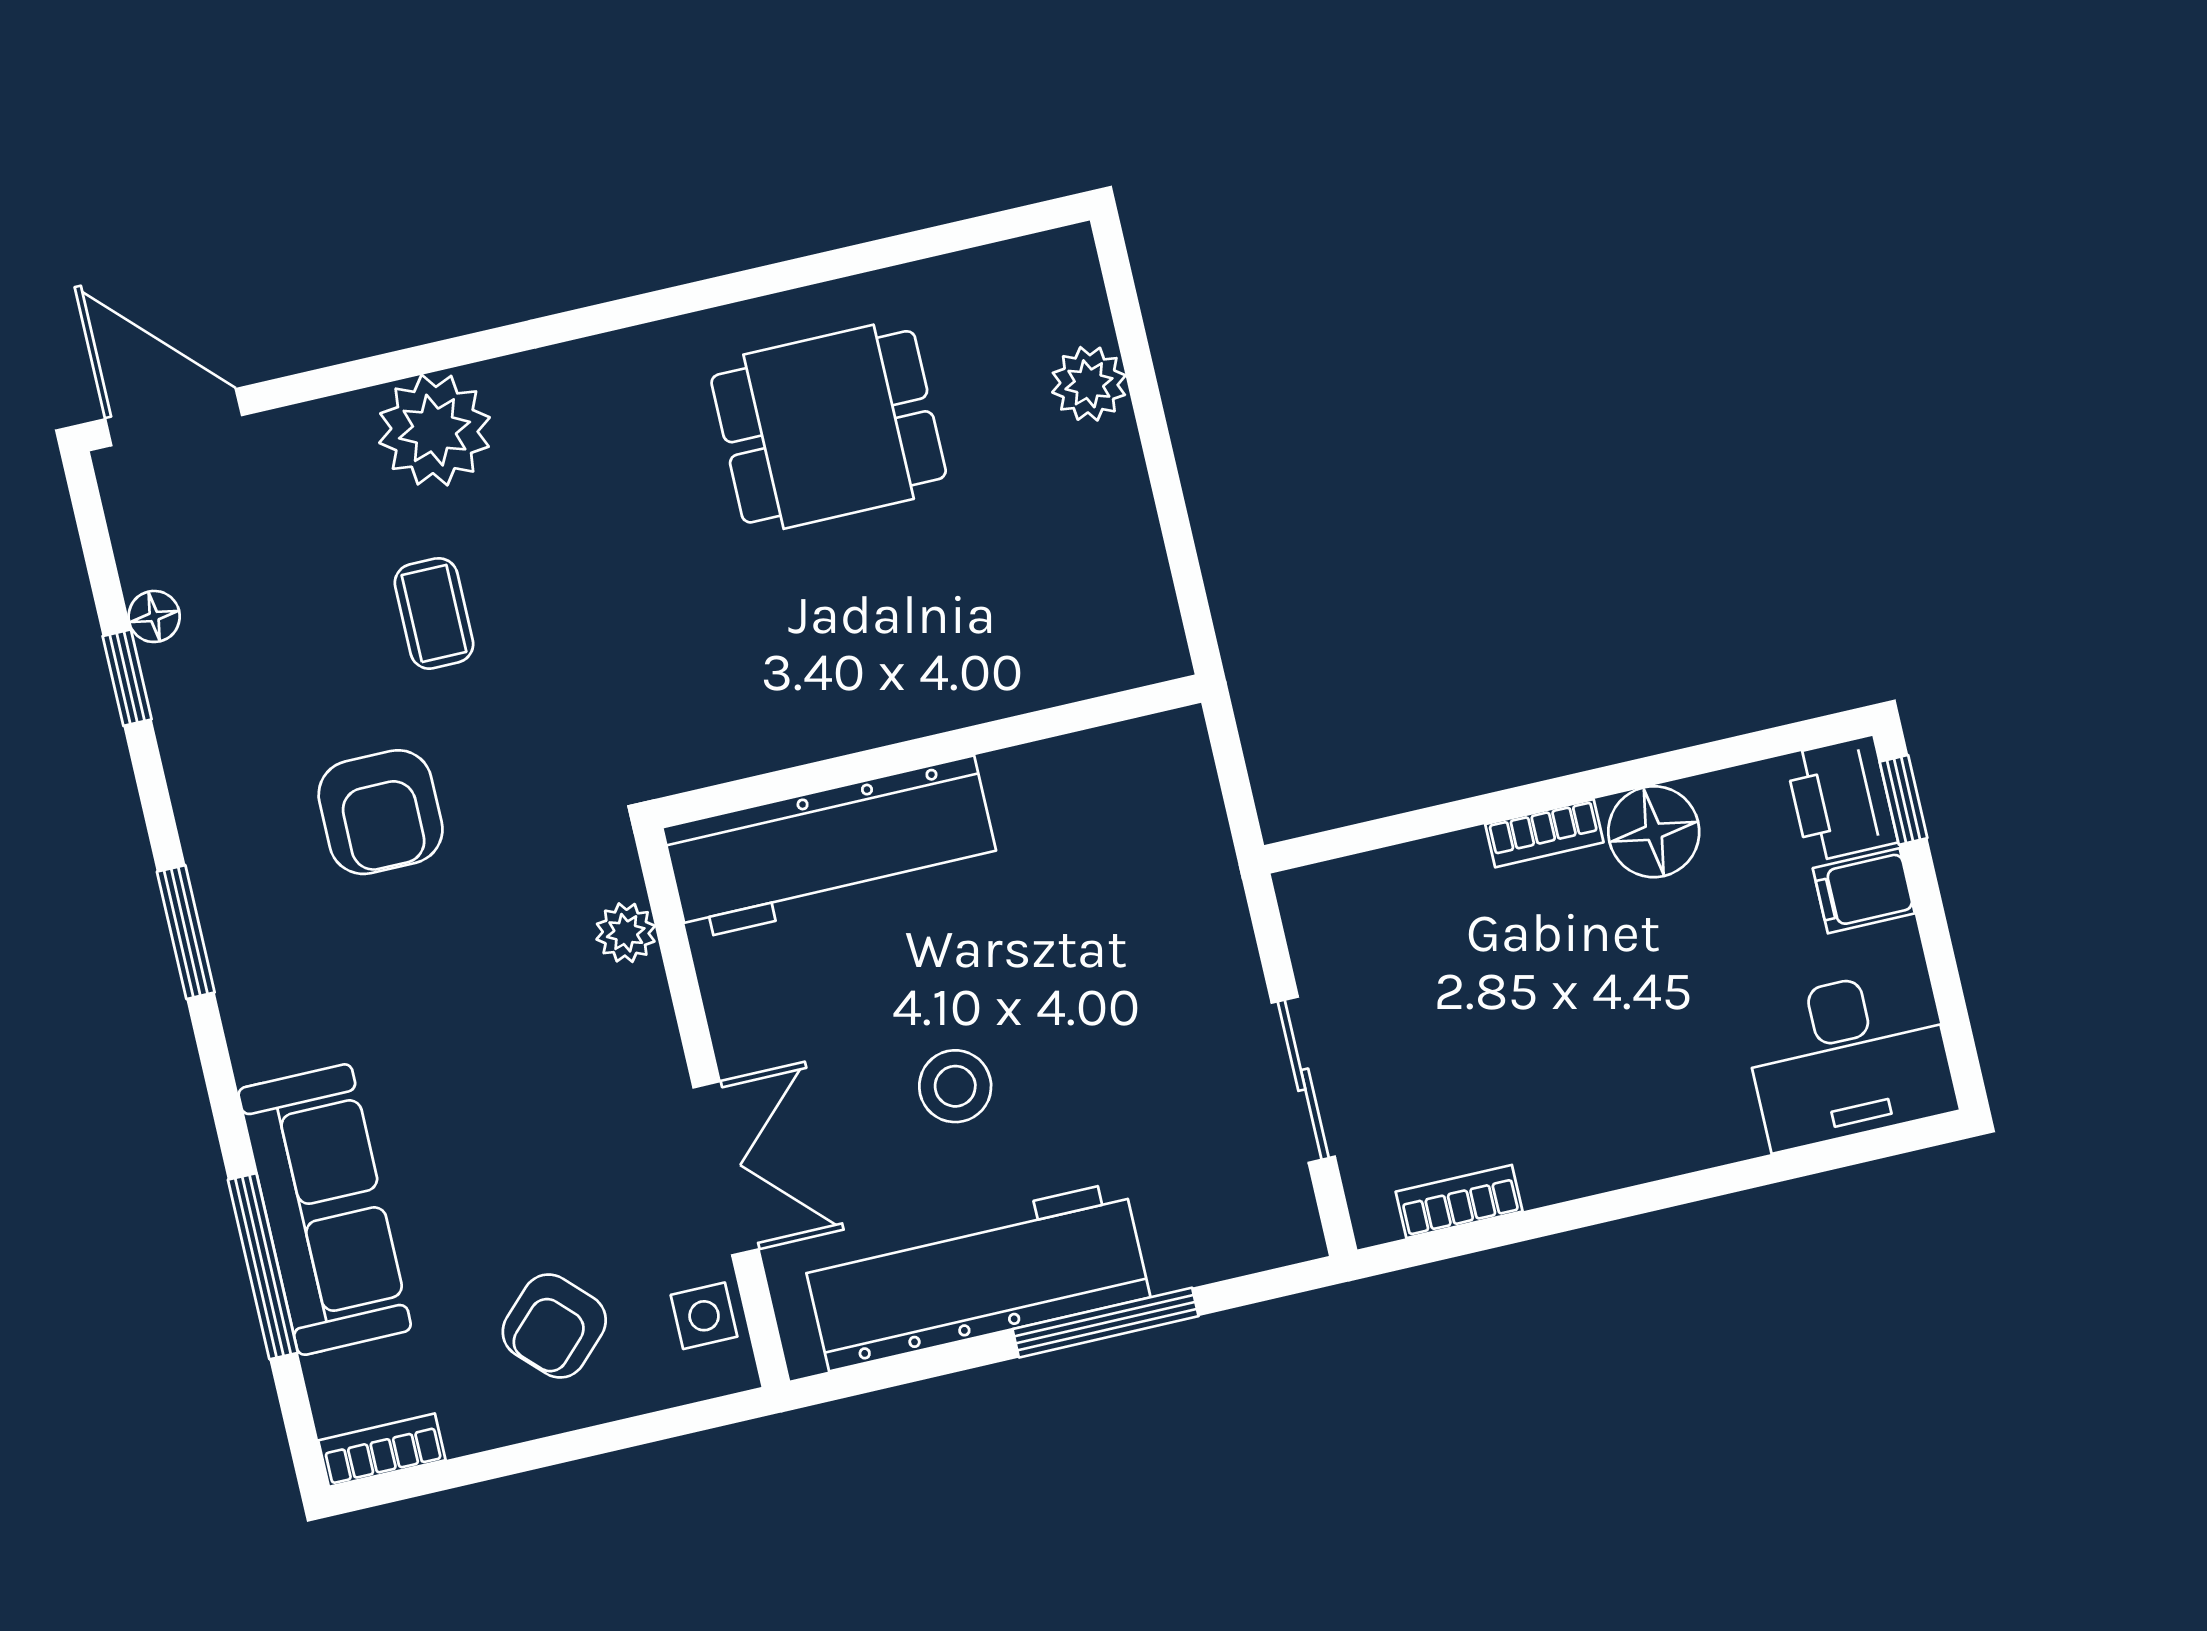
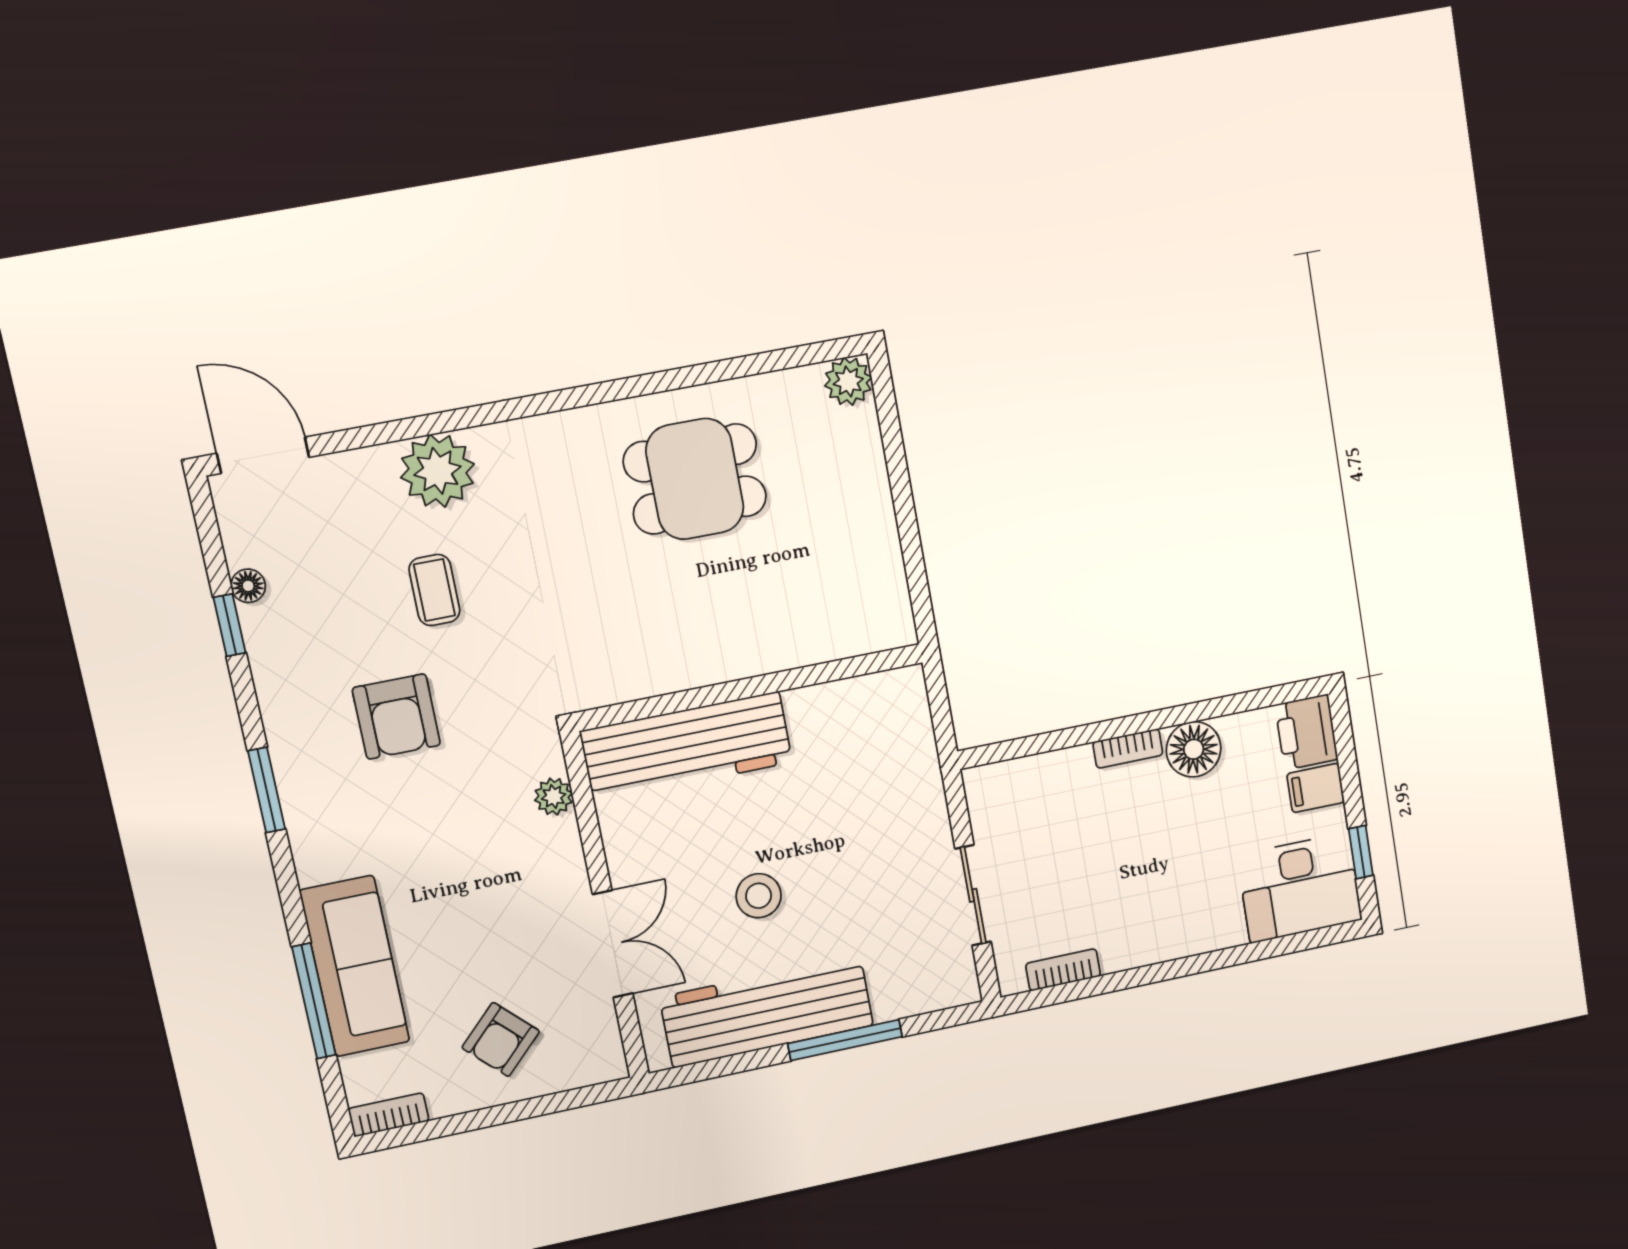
plant: (1089, 384) -> (848, 381), moved
window: (1904, 800) -> (1361, 852), moved
side table: (704, 1316) -> (596, 1034), removed

